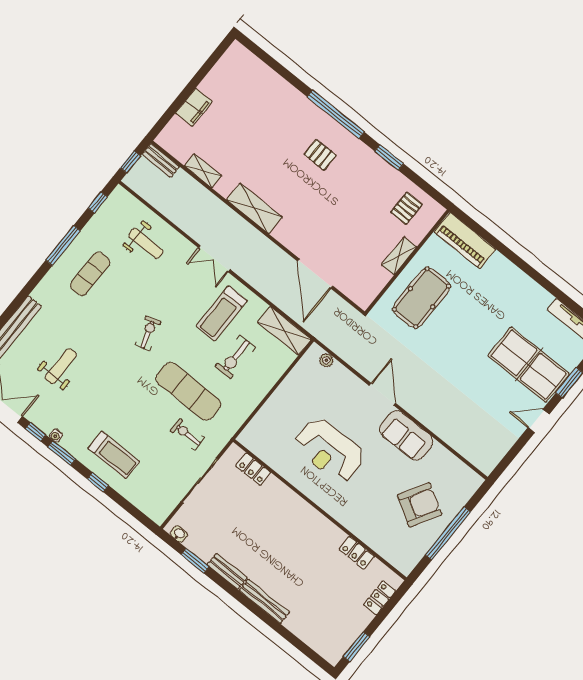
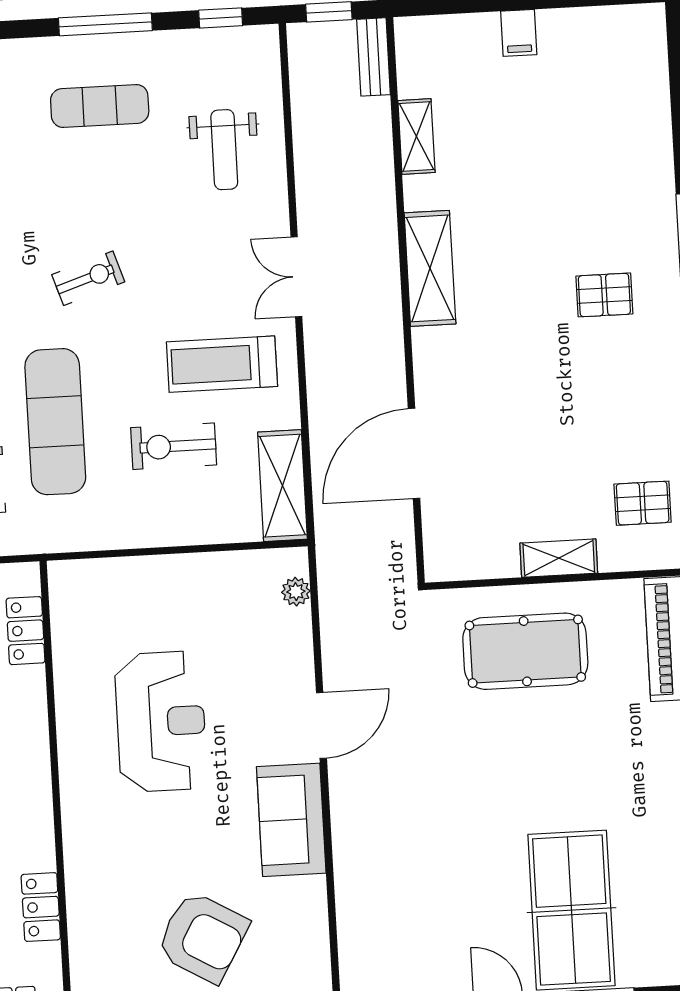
filing cabinet: (194, 107) -> (519, 33), width x0.50
pallet: (320, 155) -> (604, 295), turned 90
reception desk: (329, 450) -> (161, 722), turned 180

